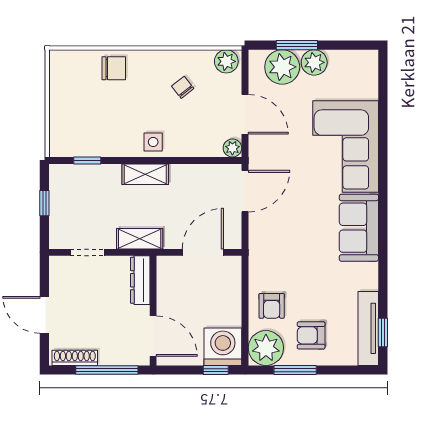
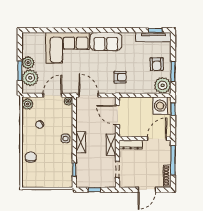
armchair: (272, 306) -> (120, 77), moved

